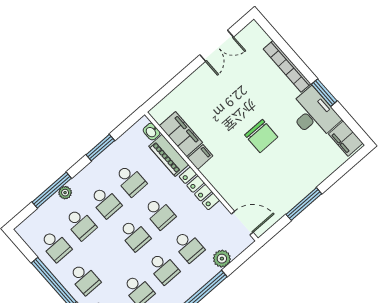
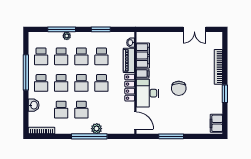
desk: (313, 114) -> (147, 93), moved, turned 180
school desk: (188, 246) -> (61, 83), moved
plant: (222, 259) -> (97, 129), moved

